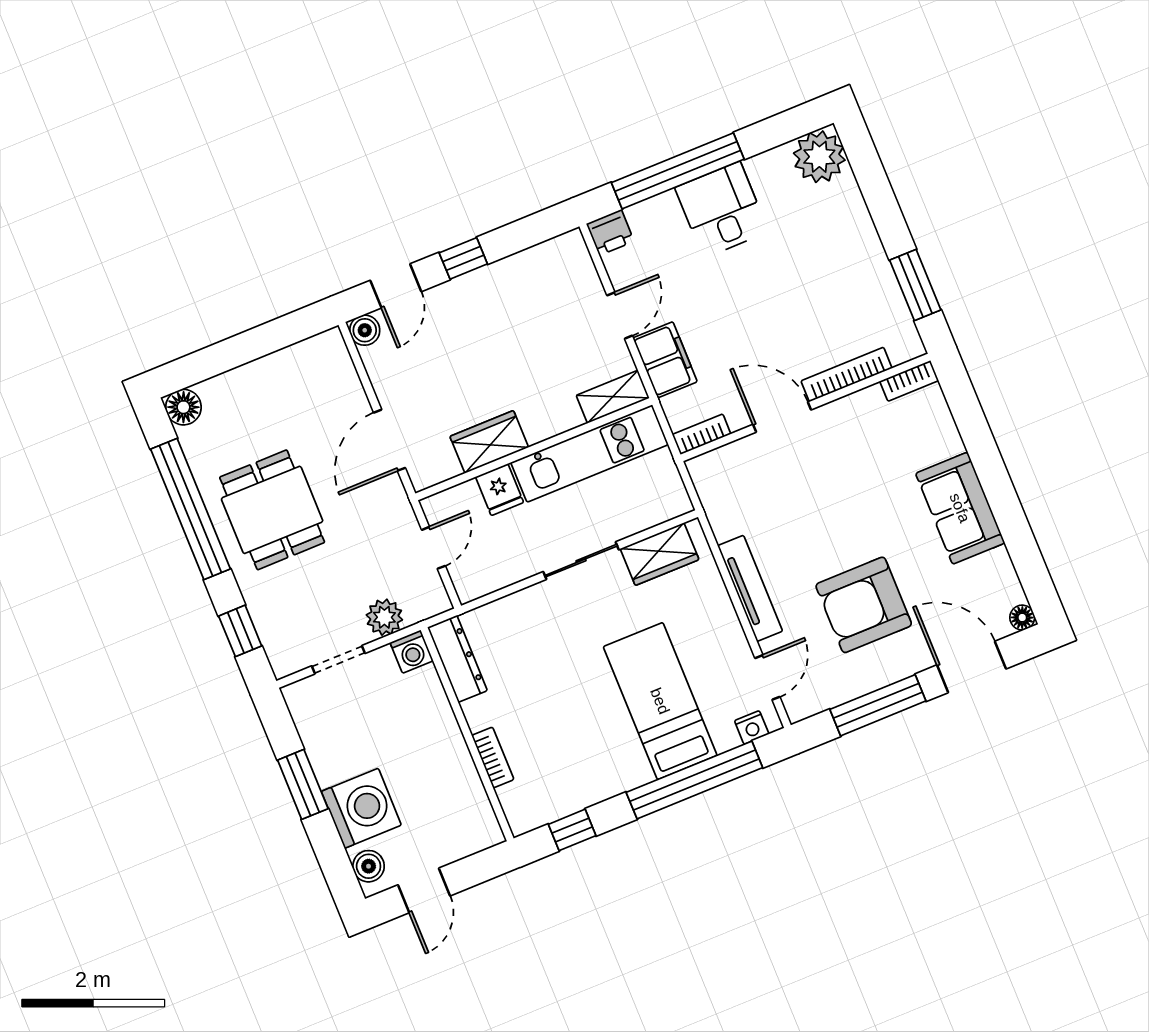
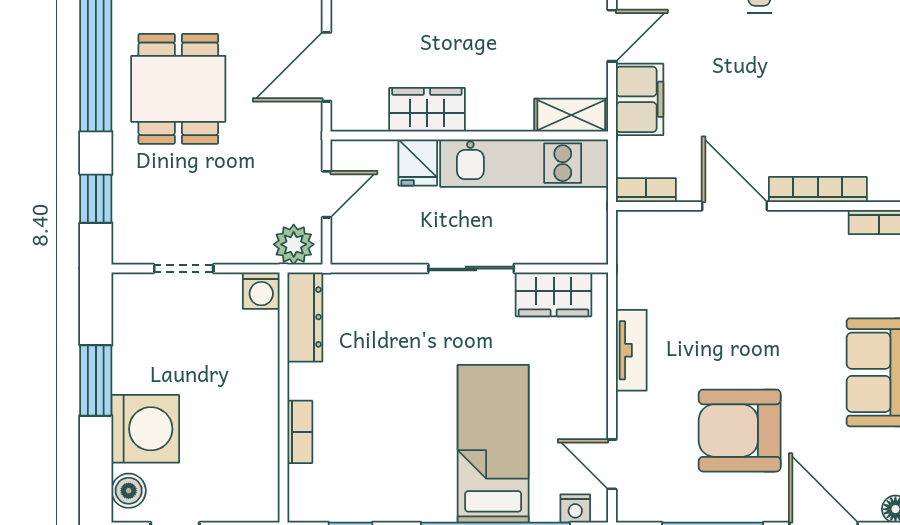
tv unit: (750, 588) -> (631, 350), width x0.71
plant: (384, 617) -> (294, 244), moved
door: (767, 677) -> (612, 464), swing flipped

